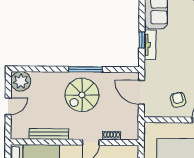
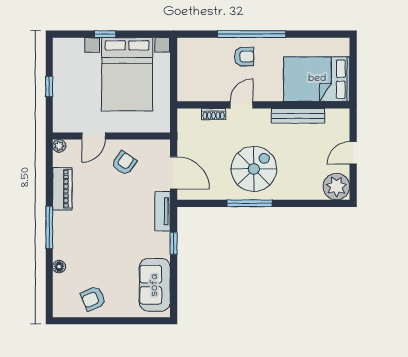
tv unit: (150, 45) -> (163, 211), moved
armchair: (178, 100) -> (124, 163), turned -129

